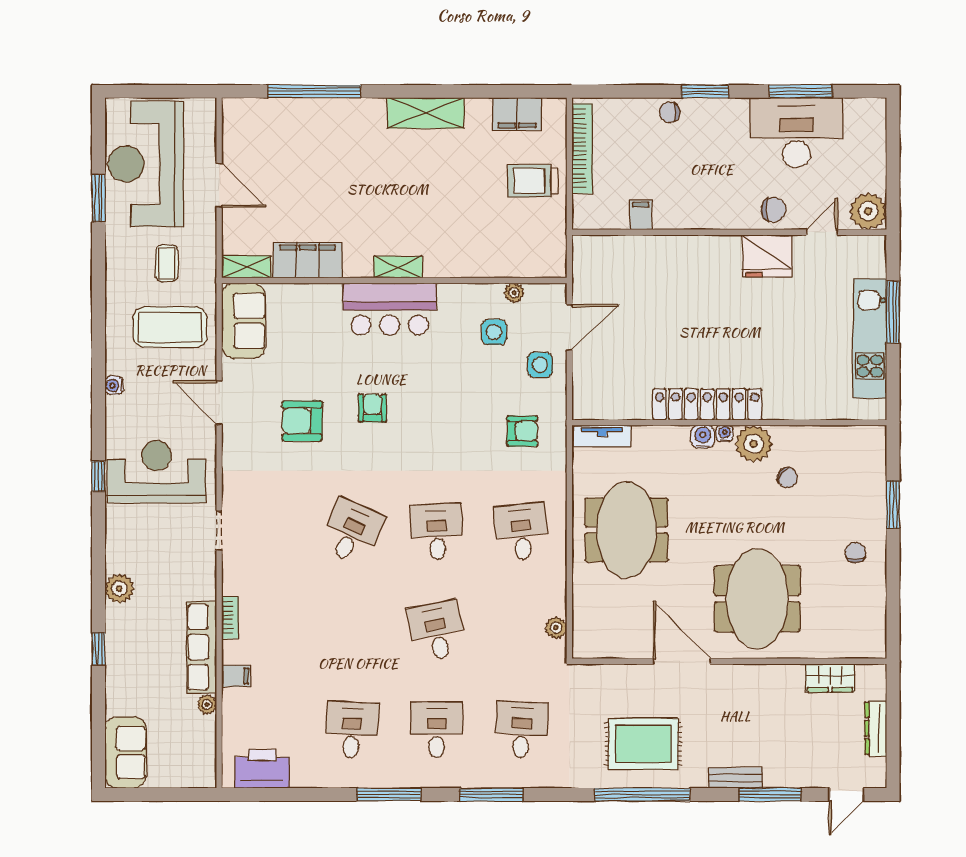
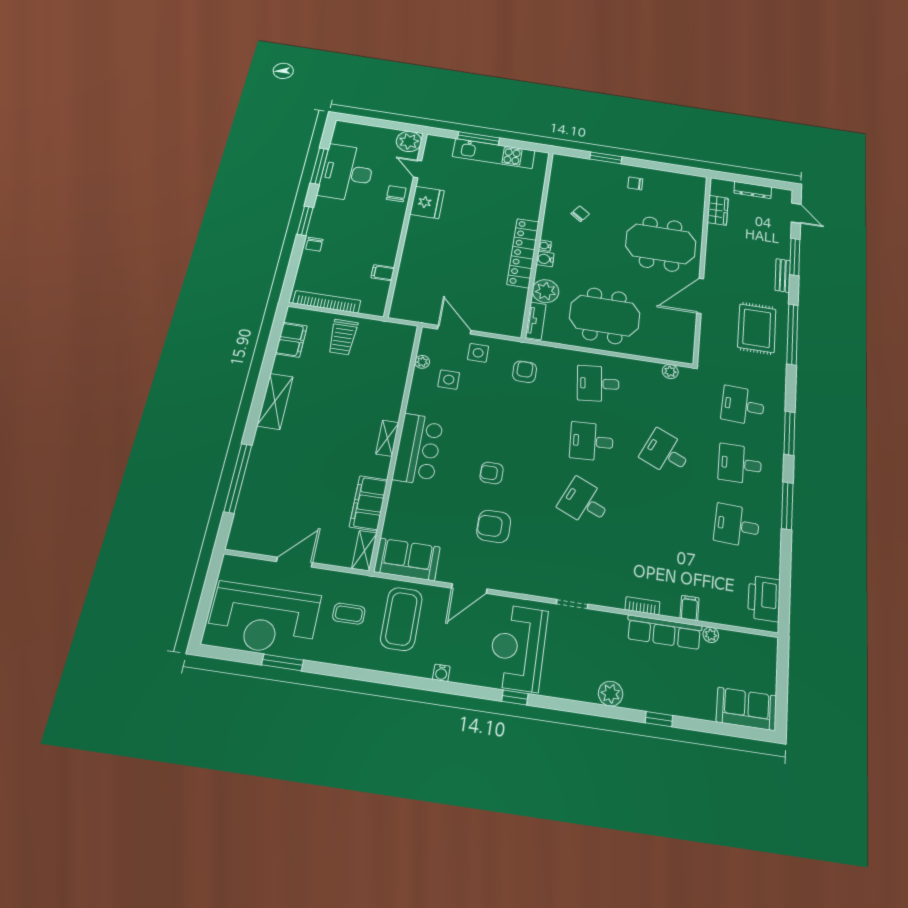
armchair: (302, 421) -> (494, 526), turned 90
plant: (754, 444) -> (546, 291), moved
desk: (437, 631) -> (666, 453), turned 36

